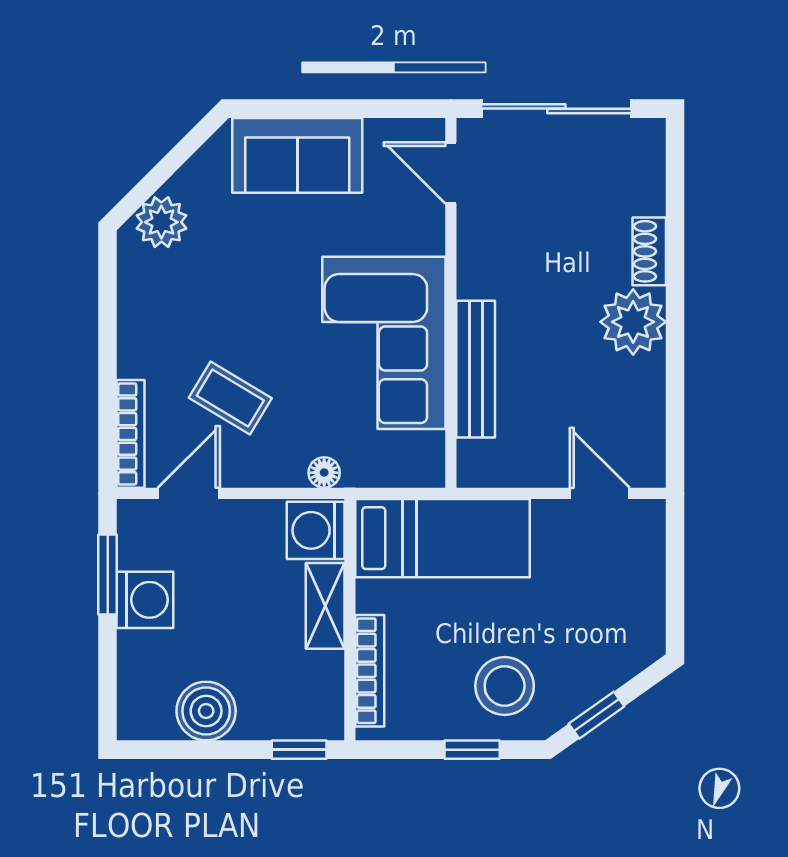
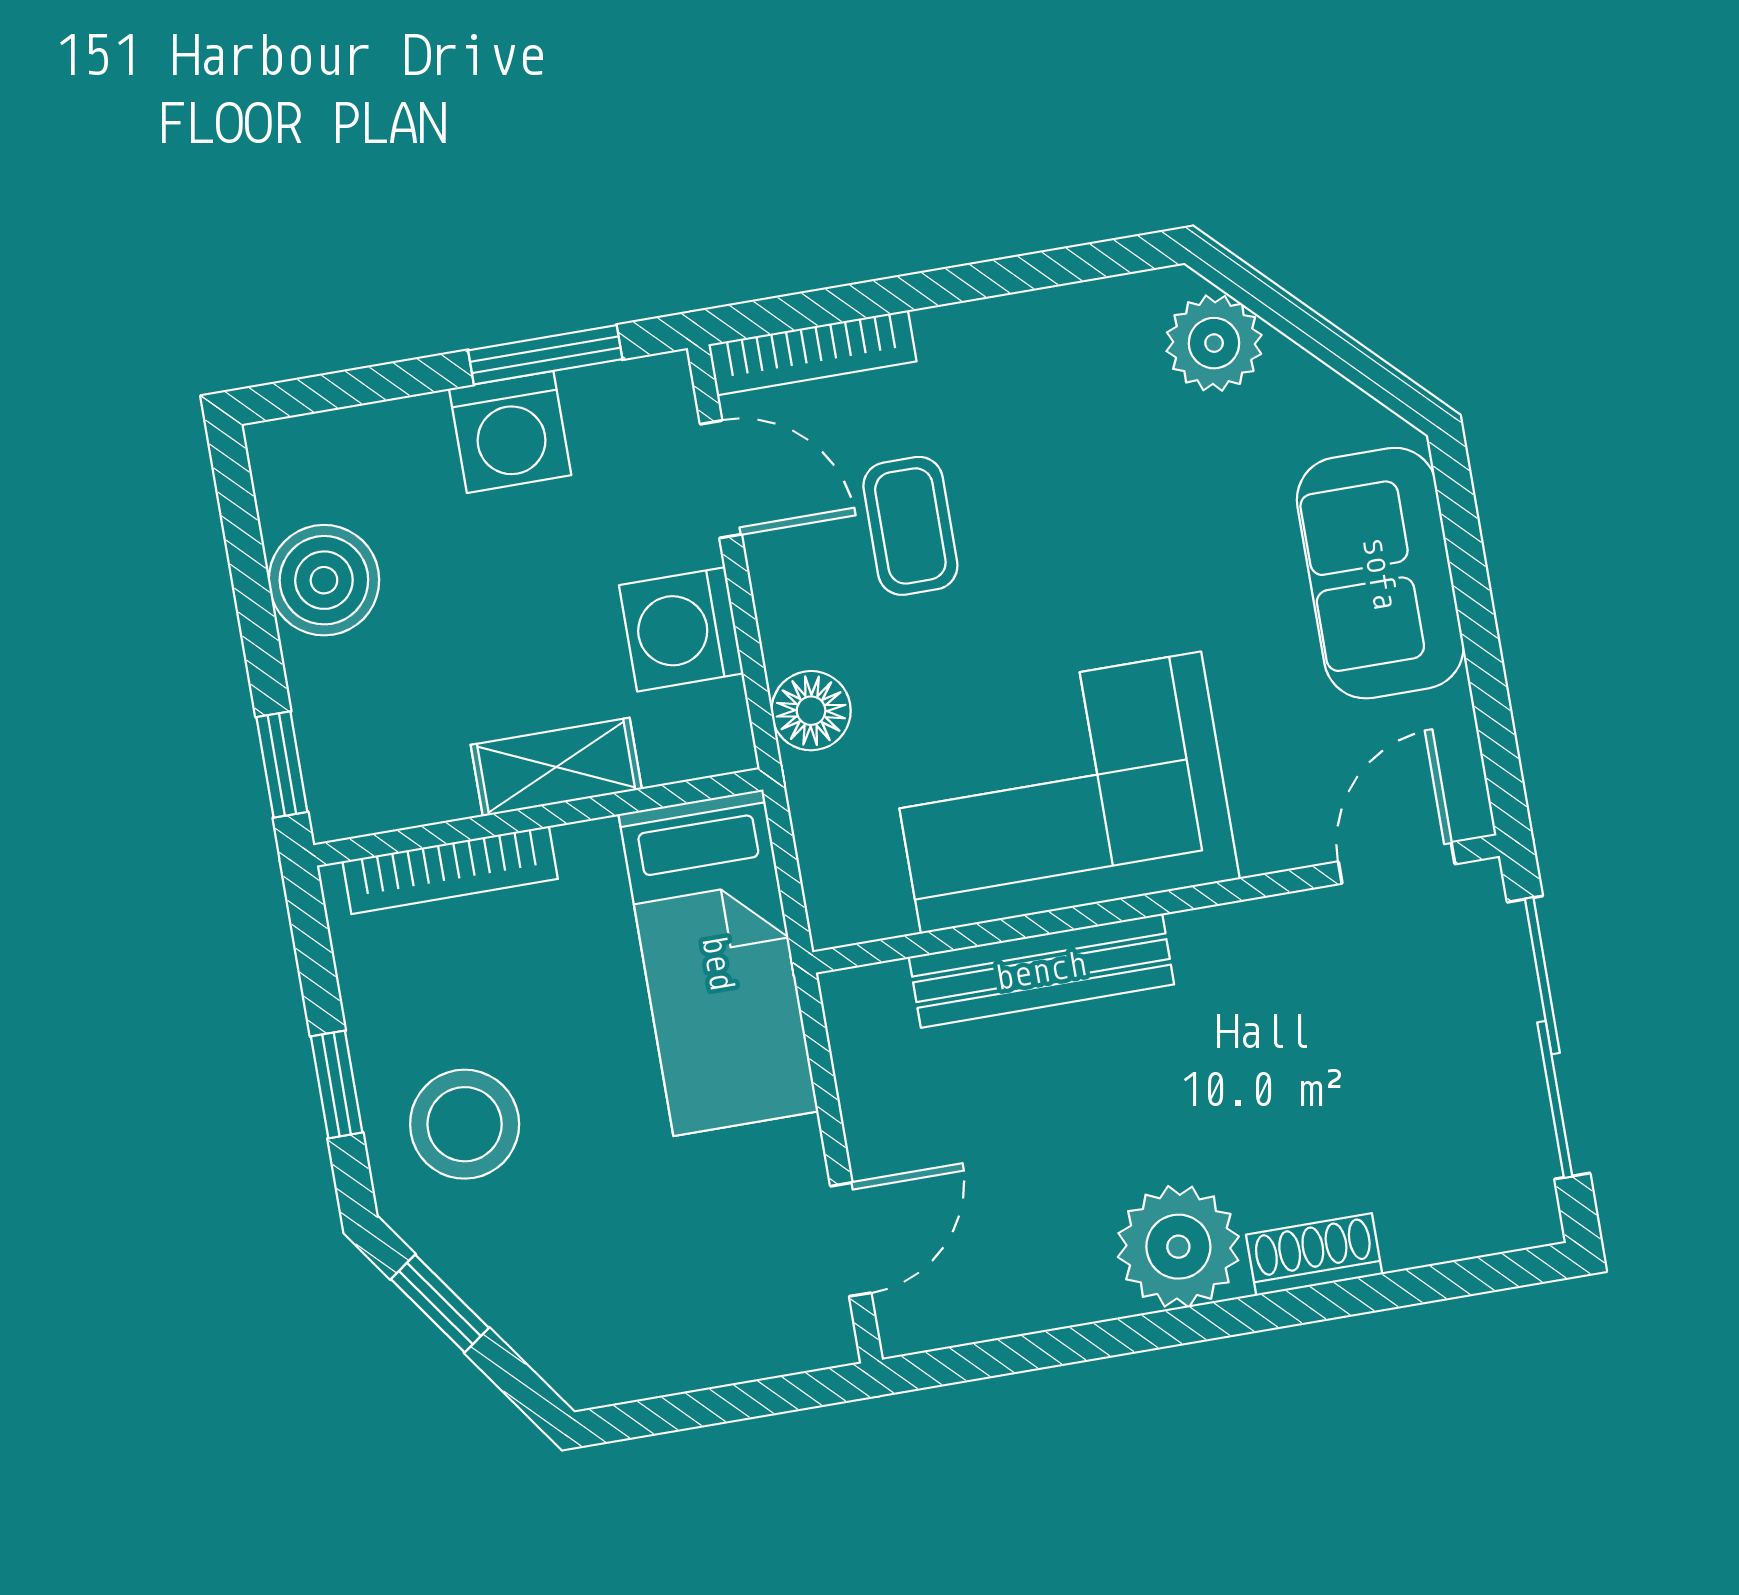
coffee table: (230, 398) -> (910, 526), turned -31
floor lamp: (324, 473) -> (811, 711), width x1.37, depth x1.37
washing machine: (316, 530) -> (681, 629), moved, turned -90

